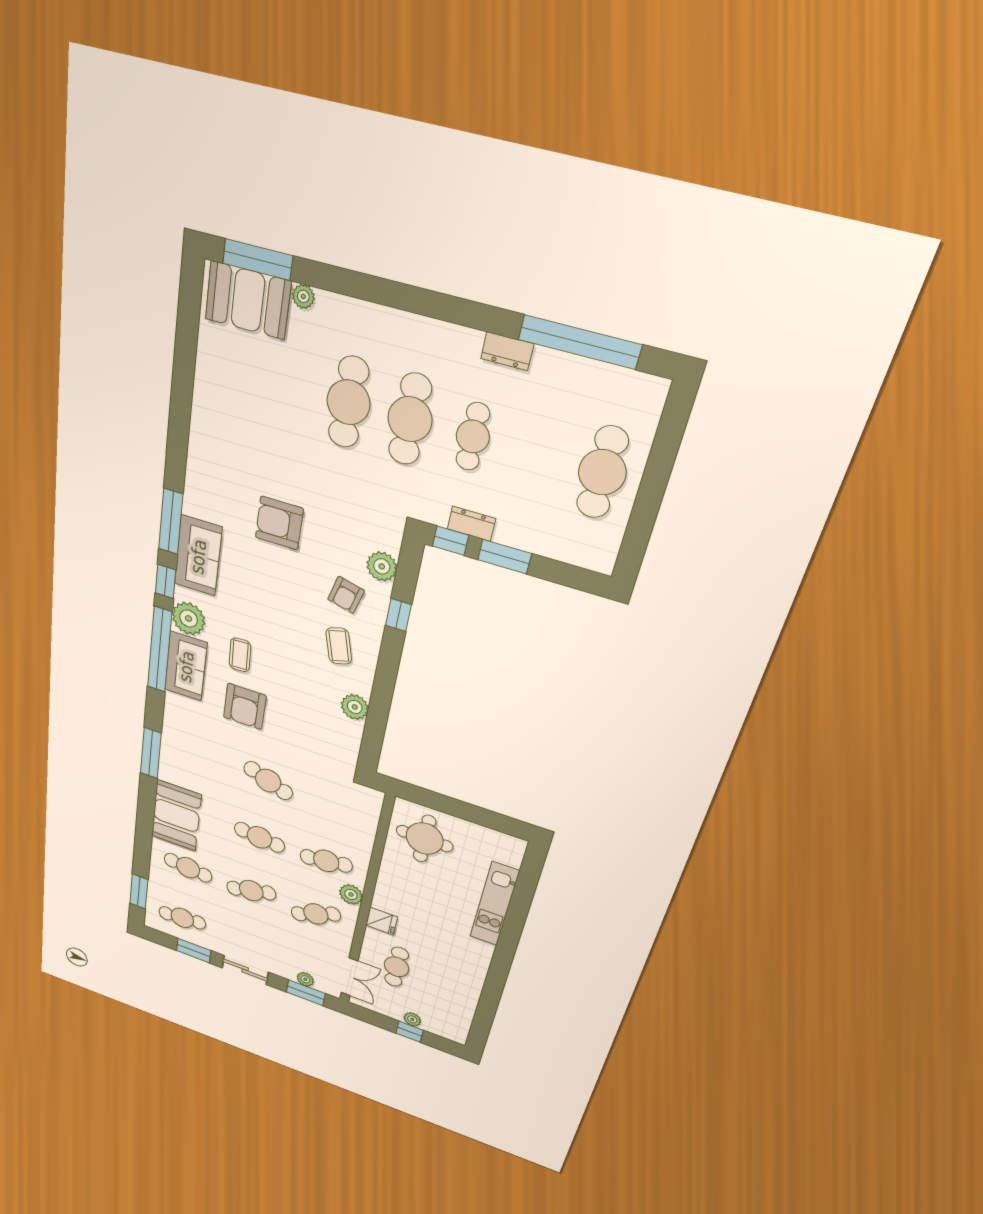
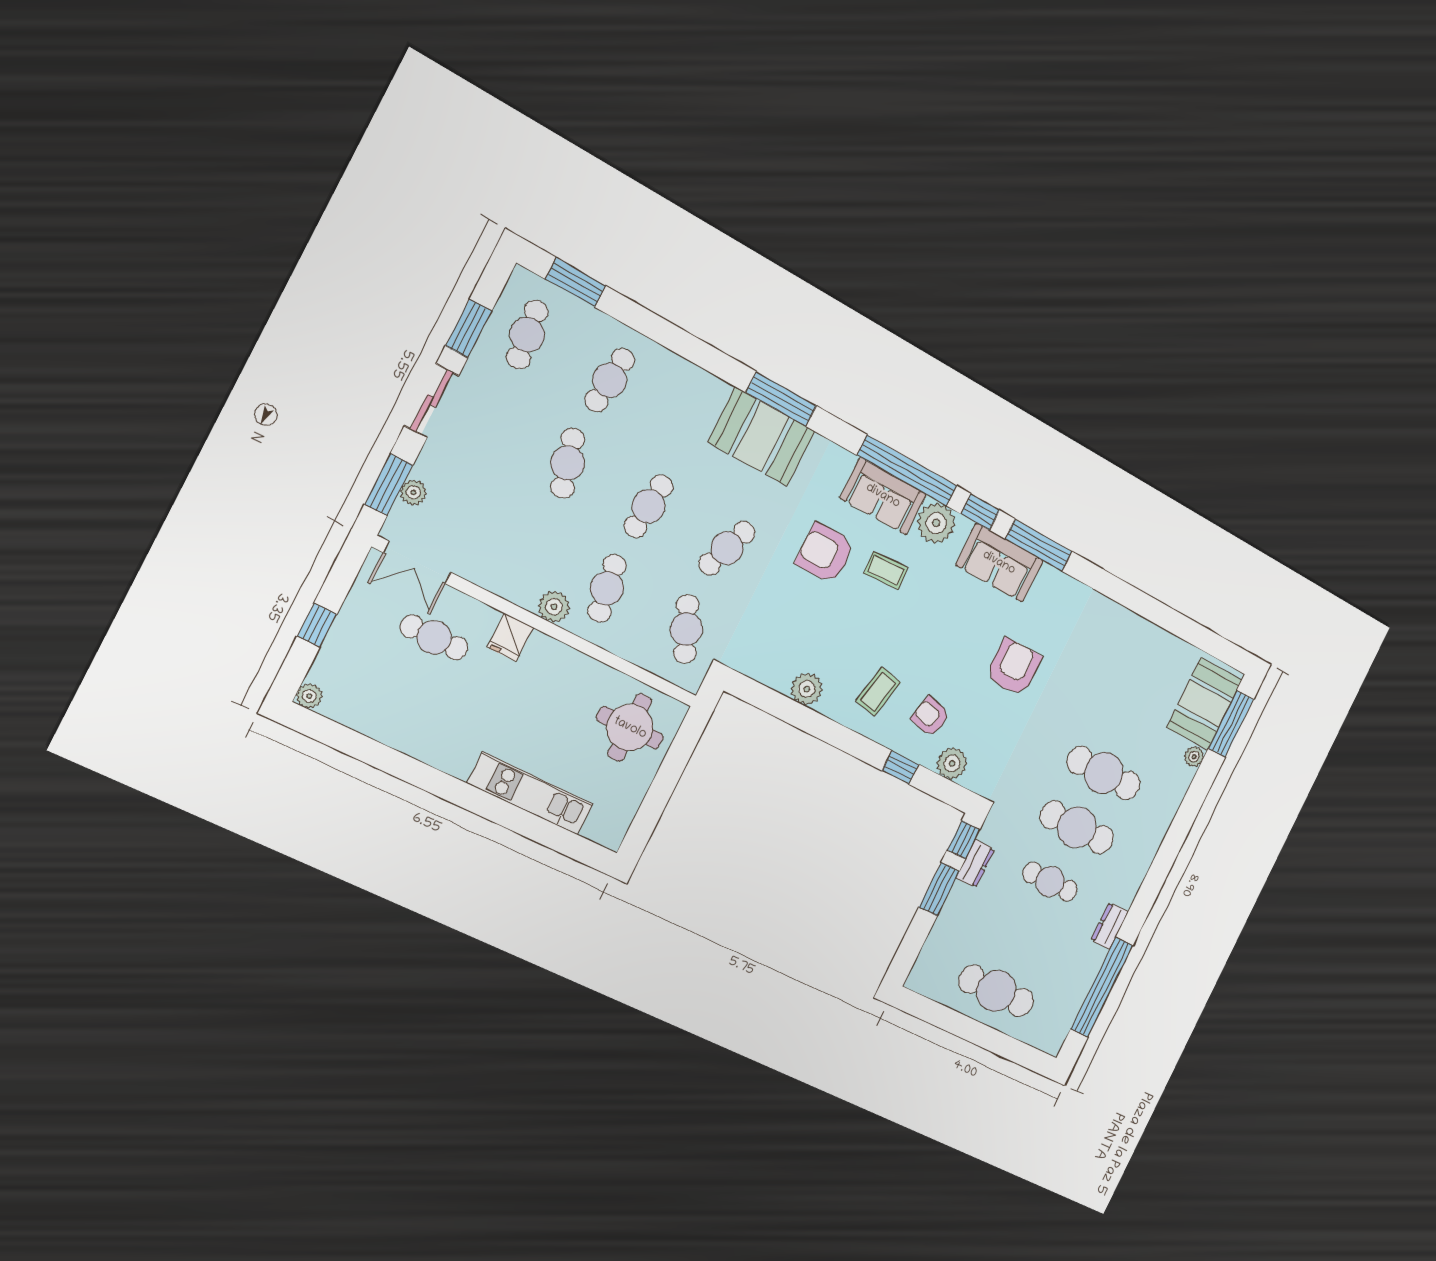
coffee table: (339, 646) -> (878, 692), turned -62
booth: (176, 815) -> (761, 437), moved
cafe table: (316, 914) -> (686, 629), moved
plant: (412, 1019) -> (309, 696), moved

